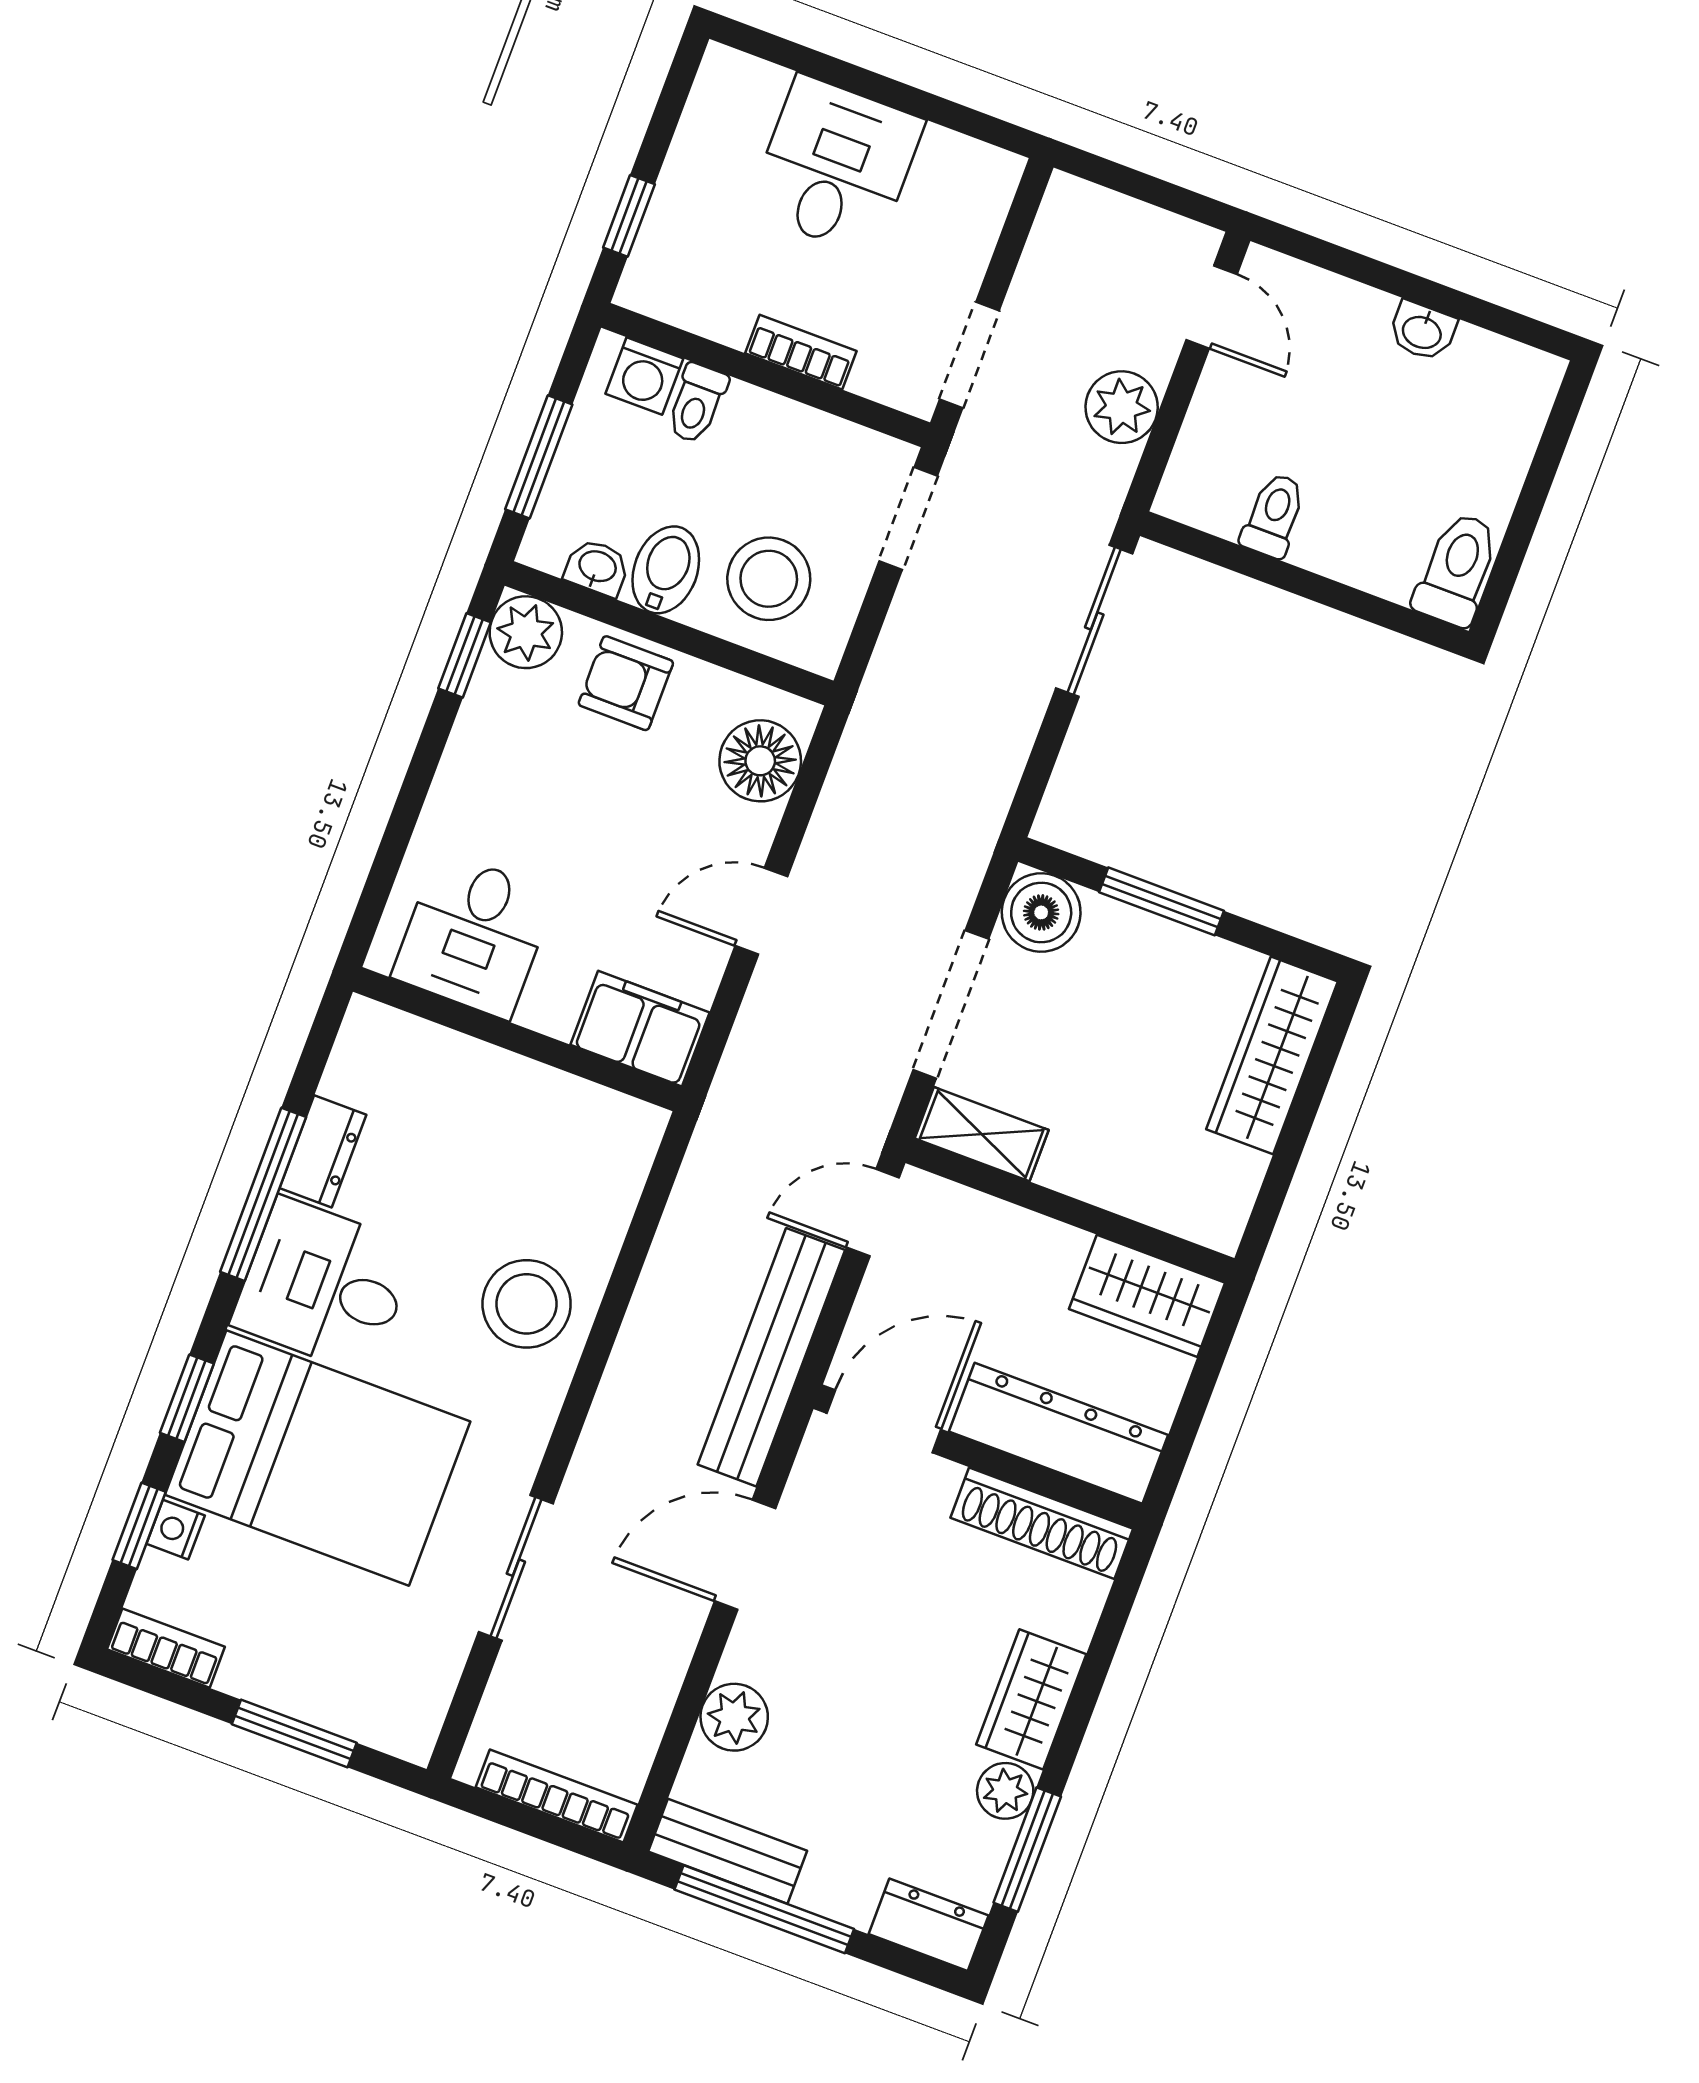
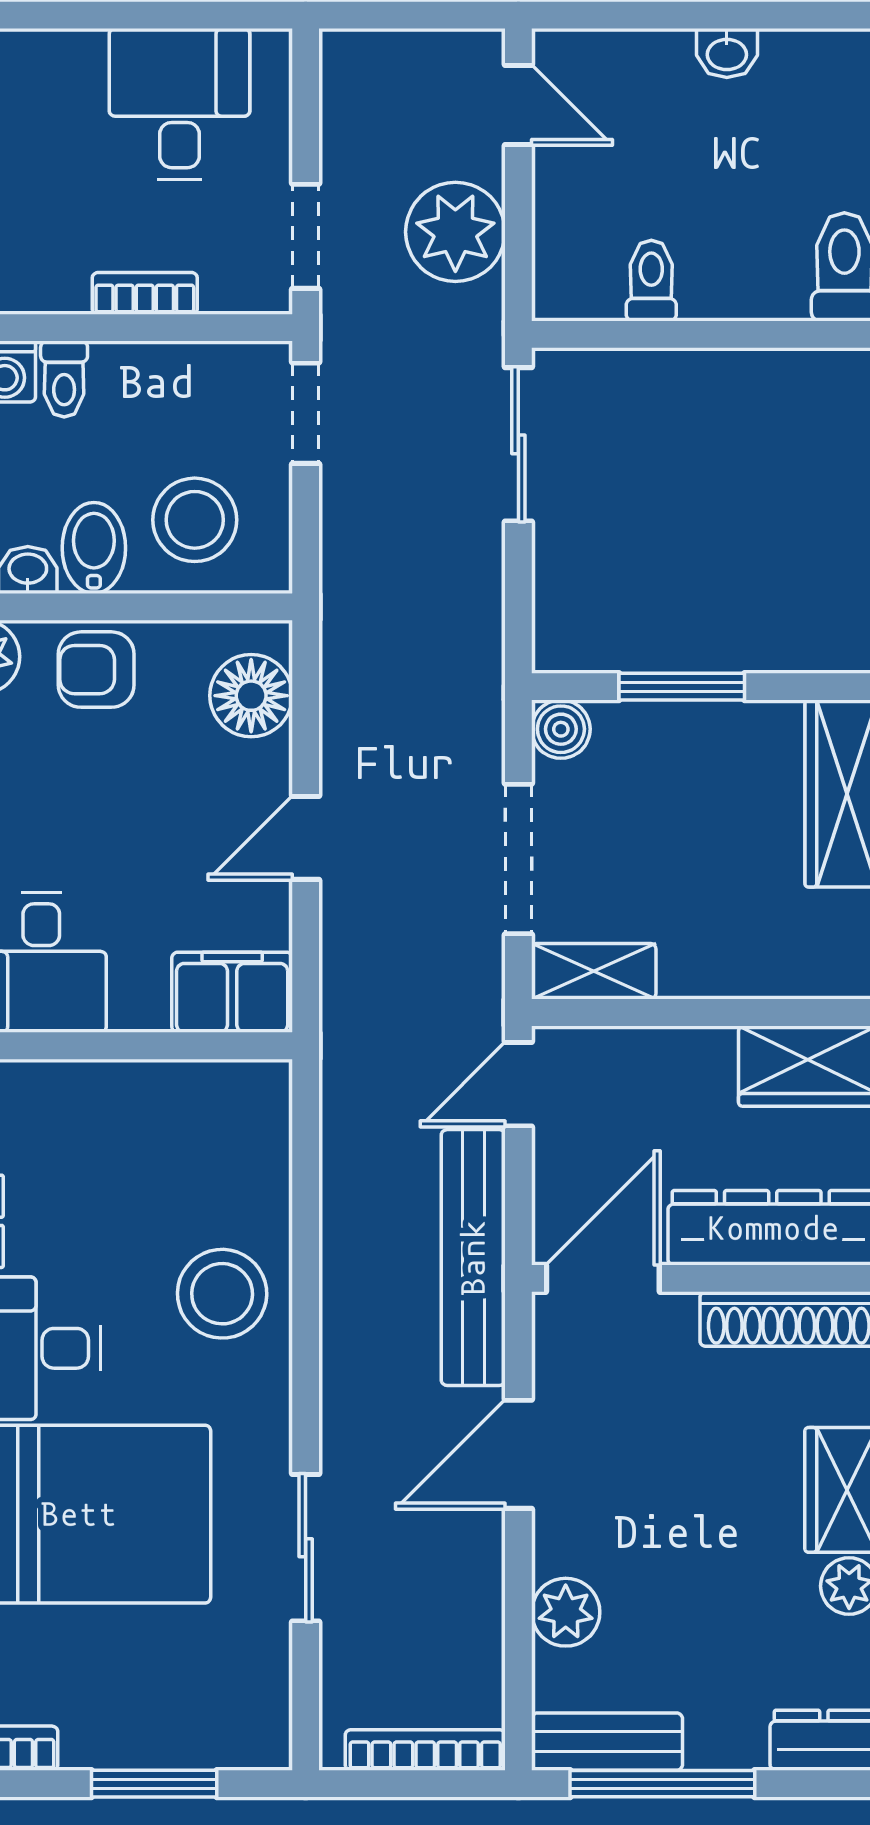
desk: (836, 166) -> (180, 104), moved
plant: (1122, 407) -> (455, 232), width x1.36, depth x1.36
boiler: (1041, 912) -> (561, 729), width x0.73, depth x0.73

